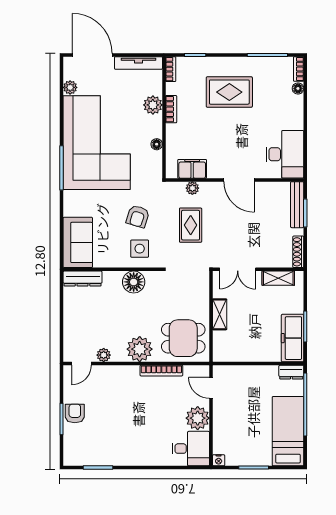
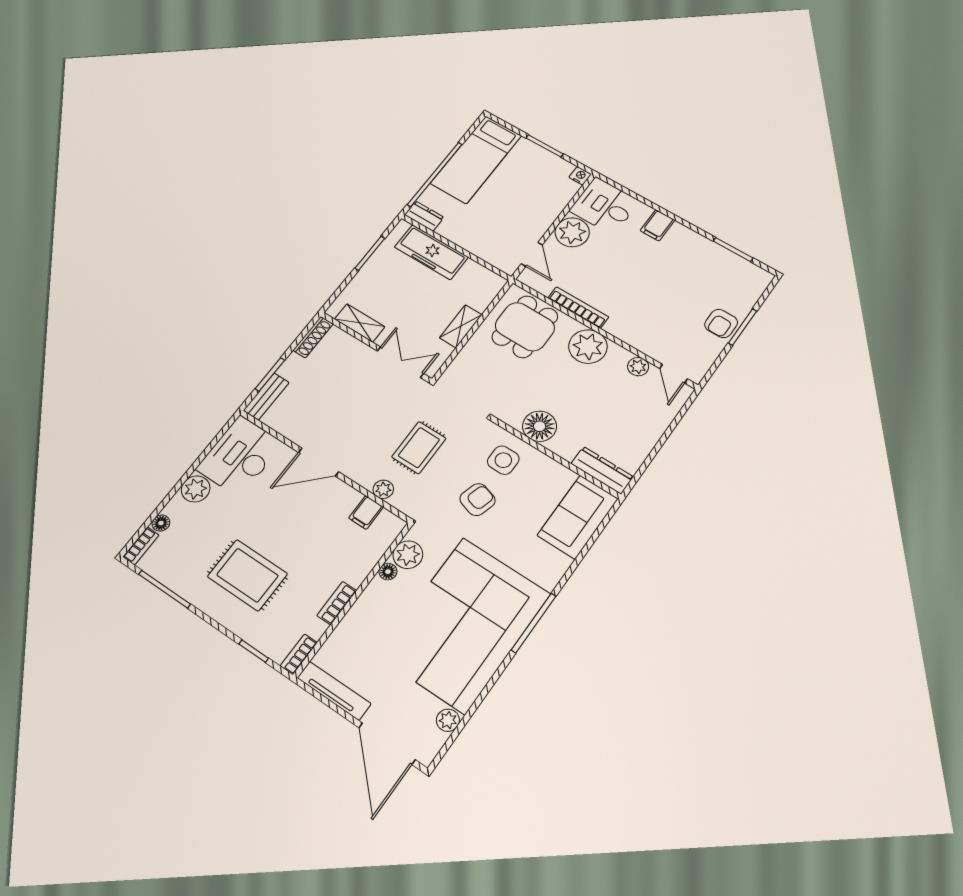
plant: (153, 105) -> (408, 555), moved
plant: (294, 120) -> (196, 489), added
filing cabinet: (192, 169) -> (366, 513), width x0.50
door: (239, 180) -> (318, 462), swing flipped
bench: (297, 205) -> (266, 396), width x0.73
dining table: (183, 338) -> (525, 327), turned 90
freezer: (293, 338) -> (431, 252), moved, turned 90
door: (81, 364) -> (673, 374), swing flipped
filing cabinet: (151, 456) -> (657, 225), added

